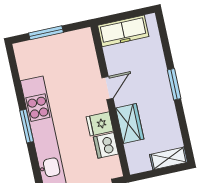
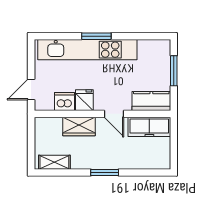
freezer: (123, 31) -> (149, 127), moved, turned -90
kitchen counter: (85, 50) -> (151, 101), added
shelving: (169, 158) -> (54, 162), moved, turned 90

